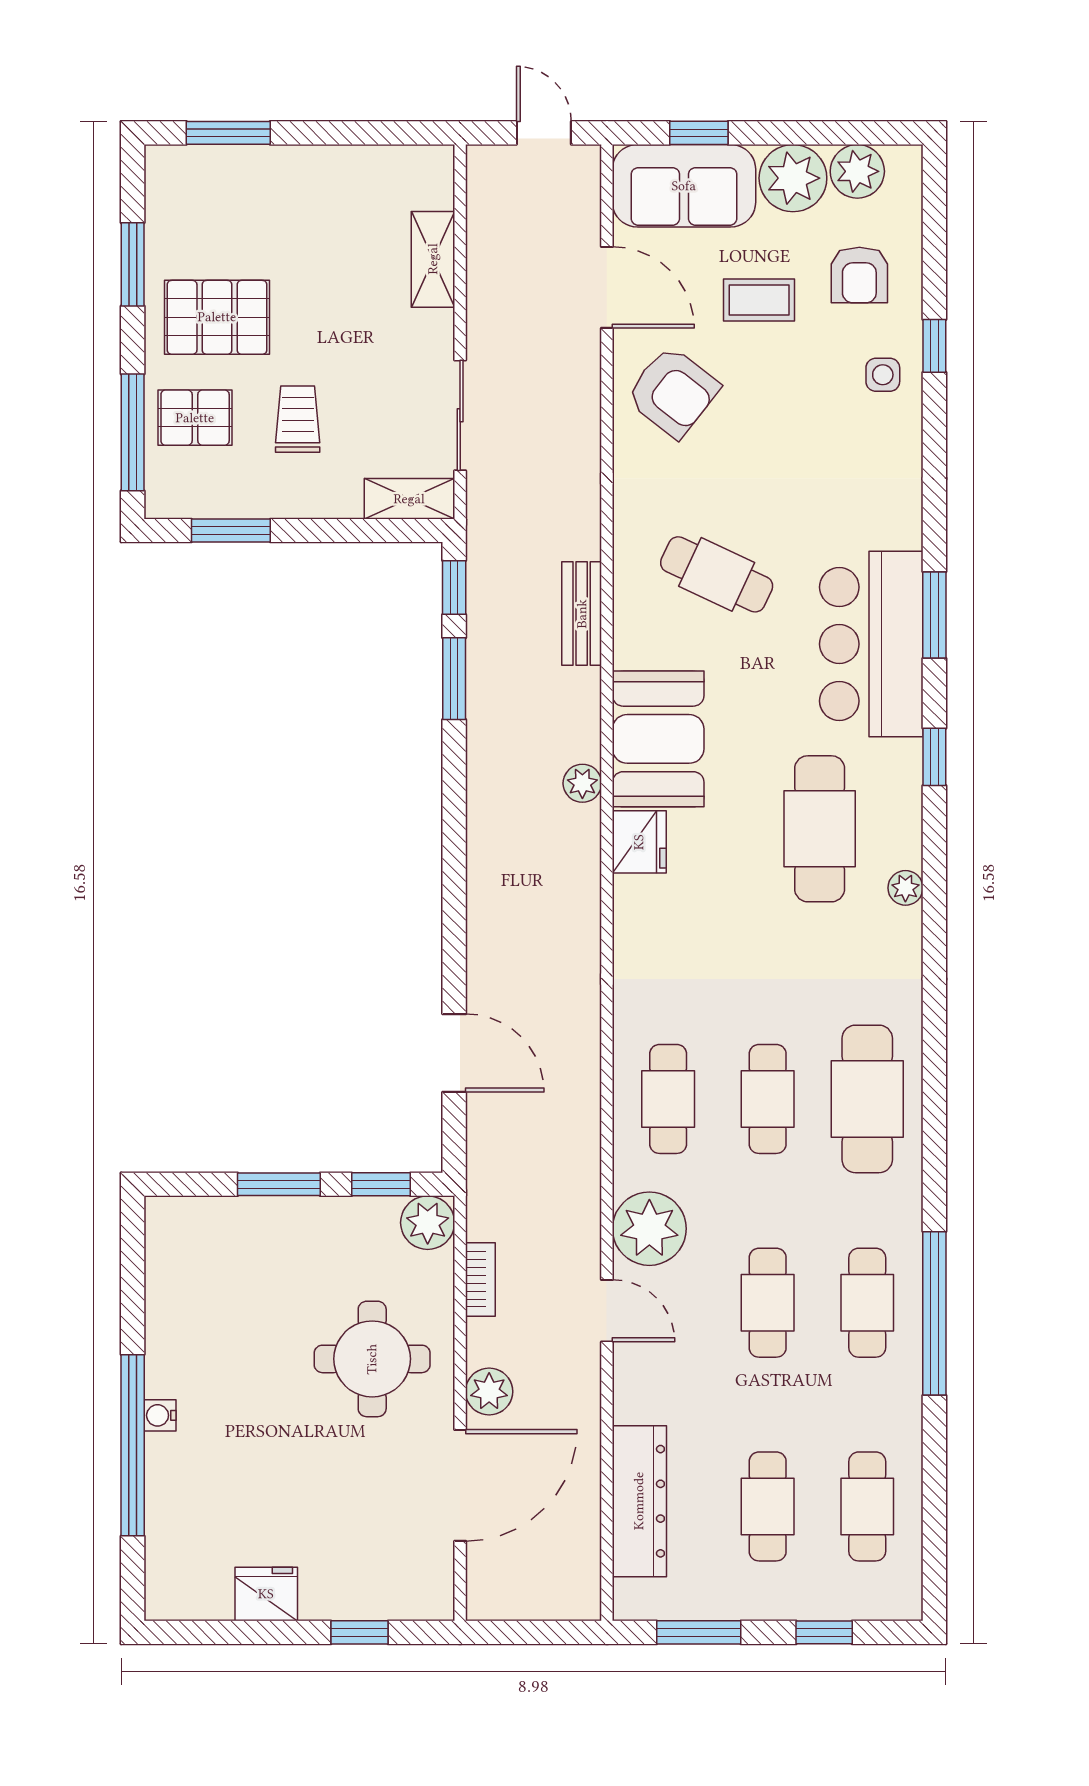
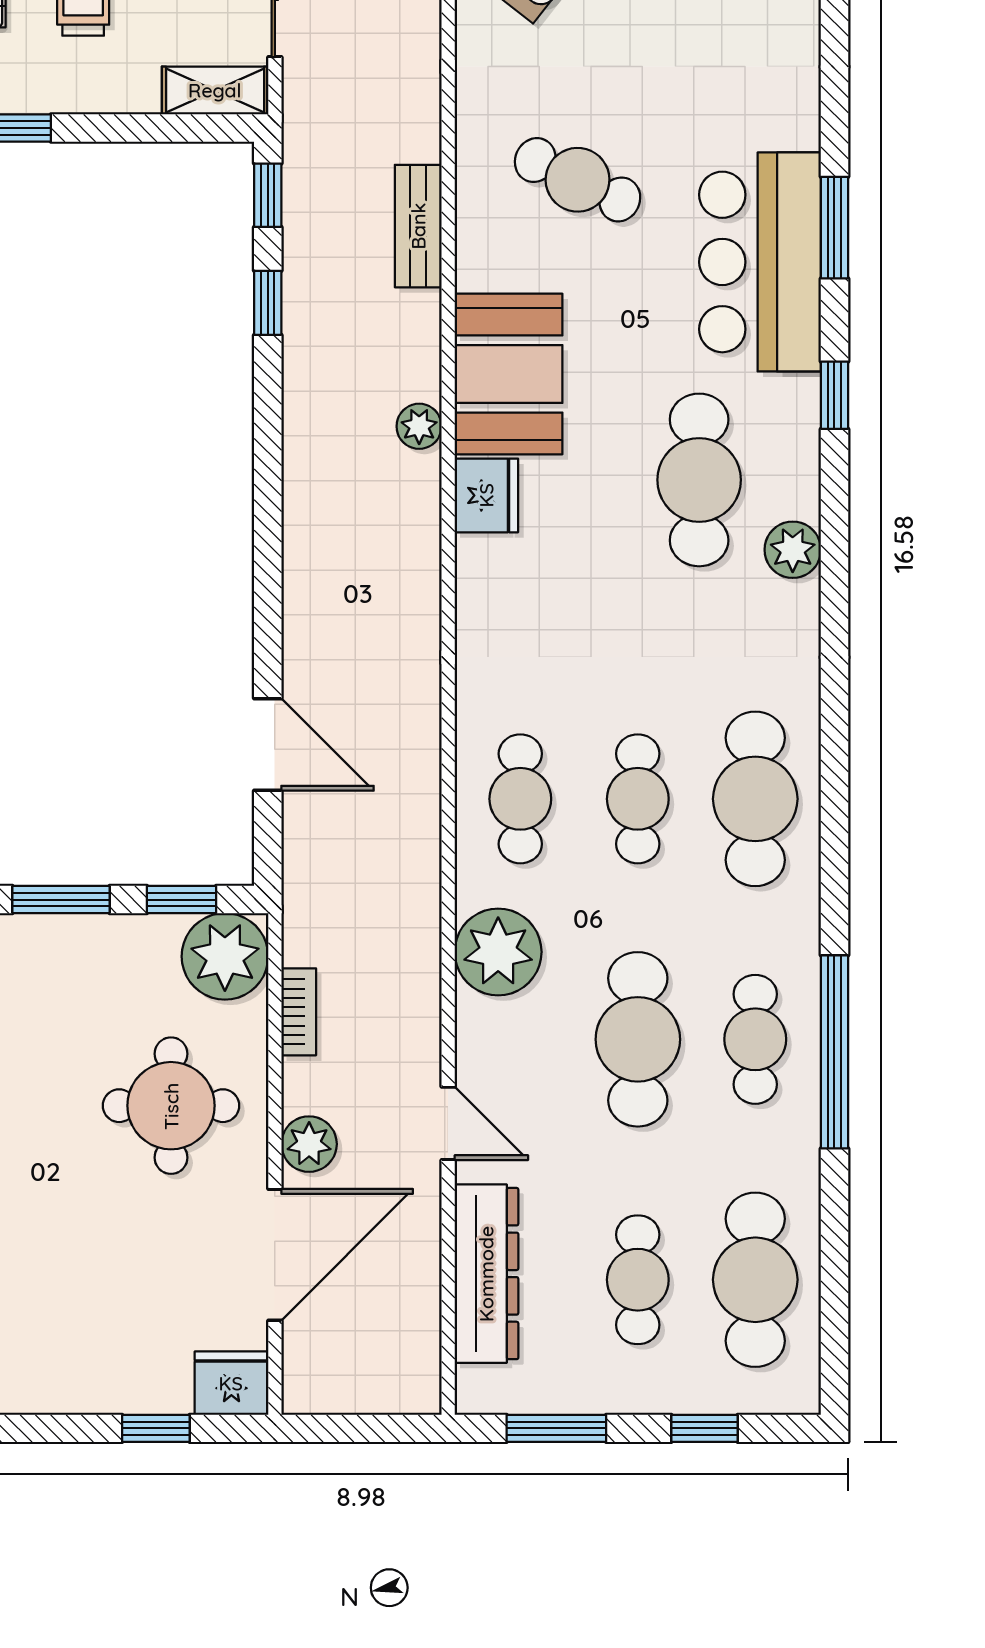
window: (454, 679) -> (268, 303), width x0.67
plant: (905, 888) -> (793, 550), width x1.38, depth x1.38
plant: (428, 1223) -> (225, 956), width x1.36, depth x1.36
cafe table: (768, 1303) -> (638, 1039), width x1.37, depth x1.35
door: (607, 1311) -> (448, 1123), moved
cafe table: (867, 1506) -> (755, 1280), width x1.37, depth x1.35
fridge: (266, 1594) -> (231, 1383), moved

